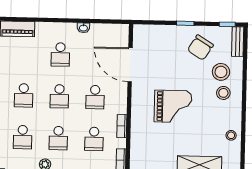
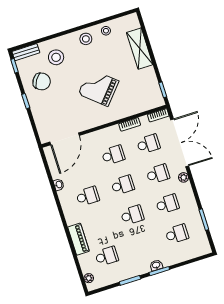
door: (130, 65) -> (65, 139), moved
stool: (223, 93) -> (86, 39), moved
grand piano: (173, 106) -> (99, 87), turned -49

